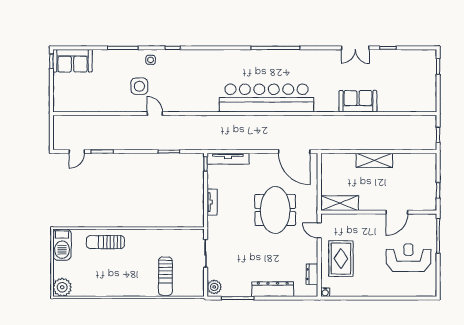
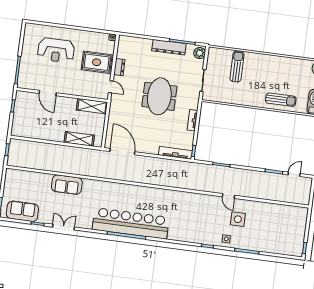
sofa: (73, 61) -> (22, 211), moved
bar counter: (267, 98) -> (131, 223), moved, turned 180
shelving: (374, 160) -> (79, 139), moved
meeting table: (275, 210) -> (159, 96), moved
door: (397, 212) -> (48, 93), swing flipped
reception desk: (408, 258) -> (56, 50), moved
rug: (341, 259) -> (97, 62), turned 90
dresser: (312, 274) -> (119, 67), moved
dresser: (273, 289) -> (169, 47), moved

